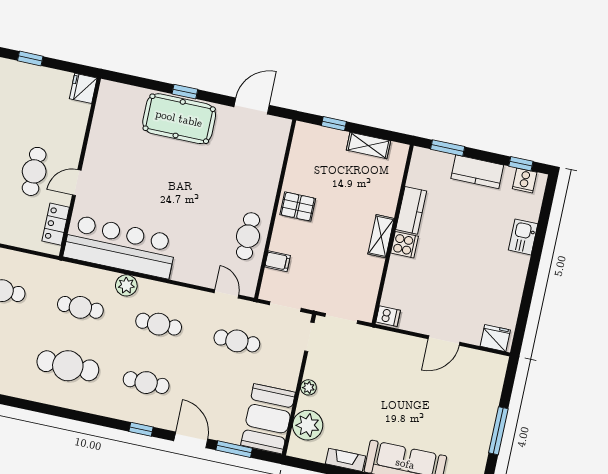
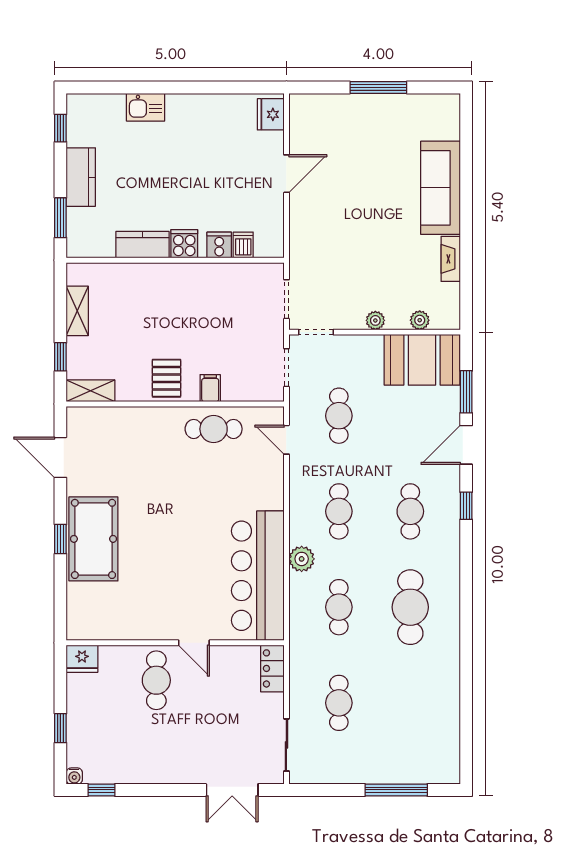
cafe table: (34, 171) -> (156, 680), moved, turned 90
cooker: (525, 180) -> (219, 245), moved, turned -90
locker: (56, 224) -> (272, 668), moved, turned 90
shelving: (381, 236) -> (90, 391), moved
filing cabinet: (278, 261) -> (210, 388), moved
door: (226, 294) -> (286, 440), hinge flipped
dishwasher: (388, 316) -> (243, 245), moved
door: (444, 341) -> (286, 174), hinge flipped
plant: (308, 425) -> (420, 320), width x0.53, depth x0.53

